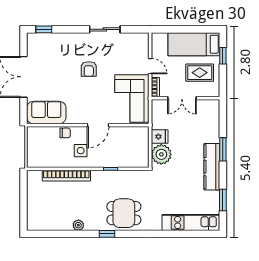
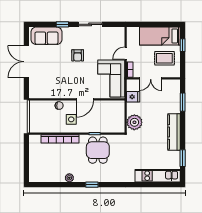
window: (44, 29) -> (62, 24), moved
door: (150, 66) -> (126, 53), swing flipped
sofa: (46, 113) -> (46, 36), moved, turned 180
fridge: (160, 137) -> (133, 97), moved
window: (223, 149) -> (183, 102), moved
dining table: (124, 213) -> (98, 150), moved, turned 90

